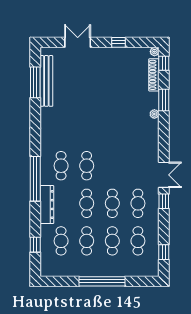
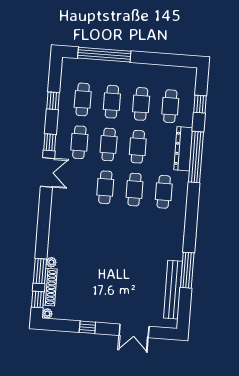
window: (35, 82) -> (187, 270), moved
window: (164, 100) -> (40, 271), moved
plant: (154, 114) -> (51, 262), moved
cafe table: (112, 166) -> (105, 187), added
double door: (164, 175) -> (47, 172), swing flipped
window: (35, 179) -> (196, 157), moved
window: (164, 252) -> (53, 101), moved
window: (102, 281) -> (104, 55), moved

